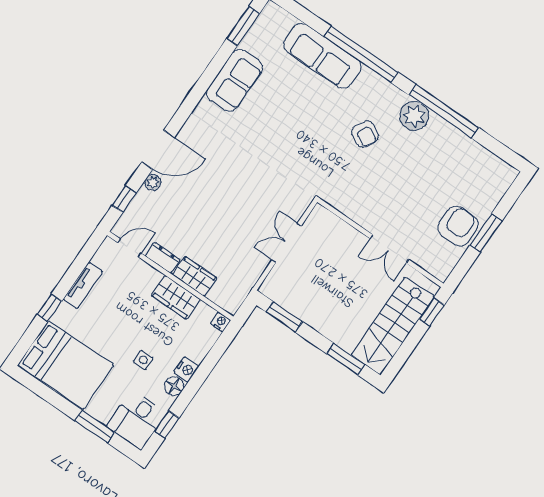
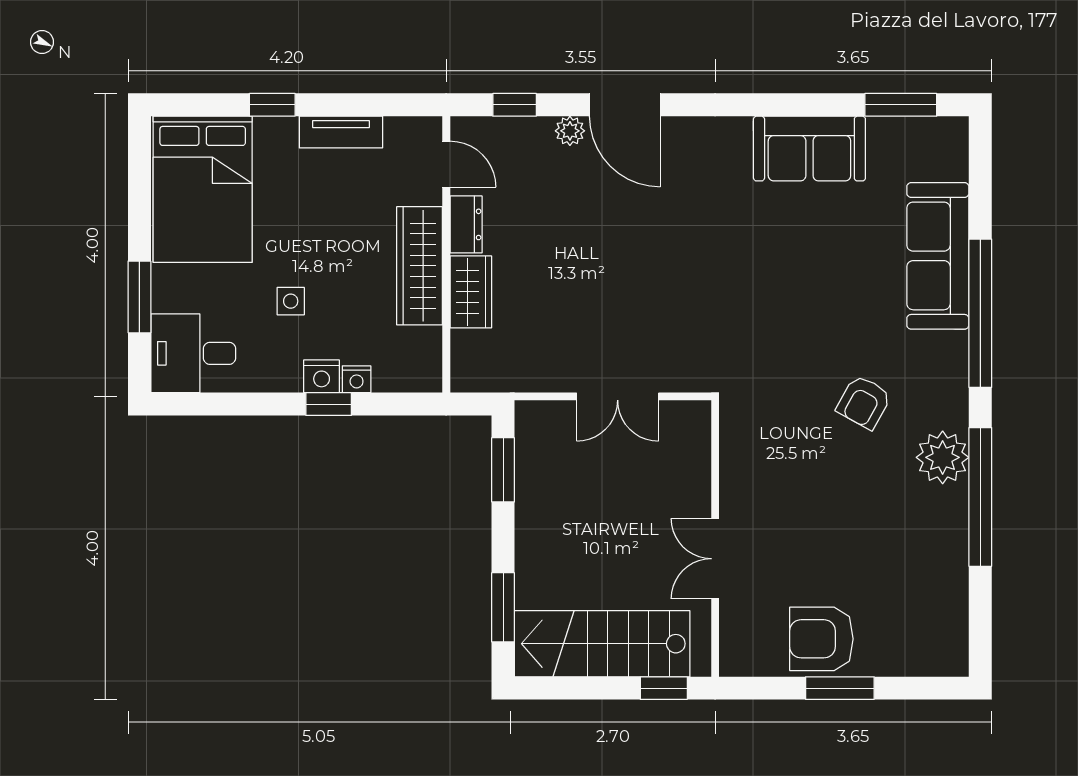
armchair: (458, 226) -> (821, 639), turned 180
double door: (287, 243) -> (618, 396), swing flipped
wardrobe: (176, 297) -> (420, 266), width x1.50
nightstand: (220, 322) -> (357, 379), moved, turned 90
floor lamp: (174, 386) -> (283, 375), removed
window: (167, 425) -> (329, 404), moved

